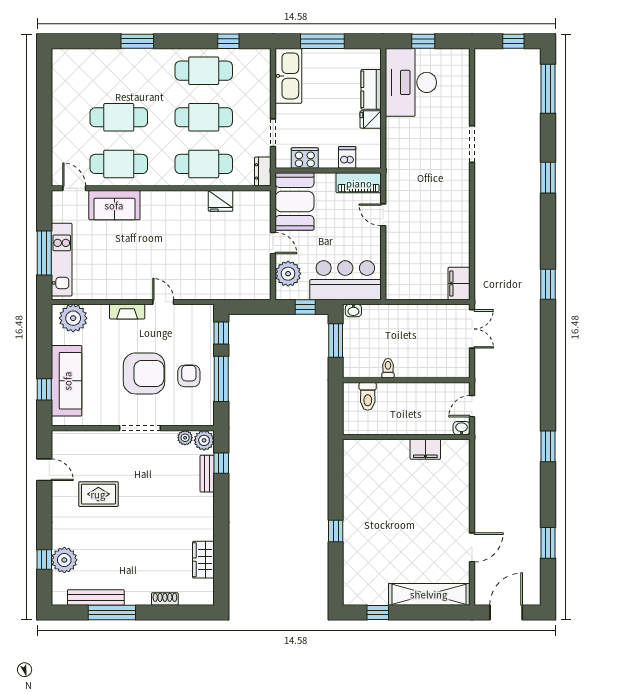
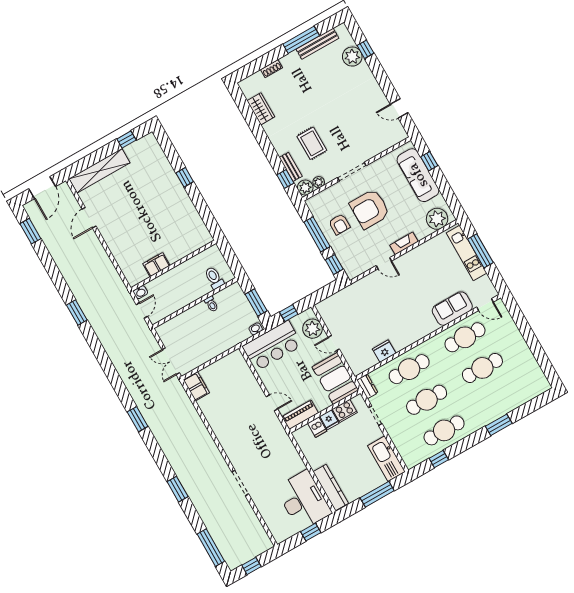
kitchen counter: (371, 89) -> (331, 488), width x1.50
fridge: (371, 120) -> (329, 420), moved, turned 90
rug: (98, 494) -> (312, 143), moved, turned 90
window: (548, 543) -> (30, 231), moved

